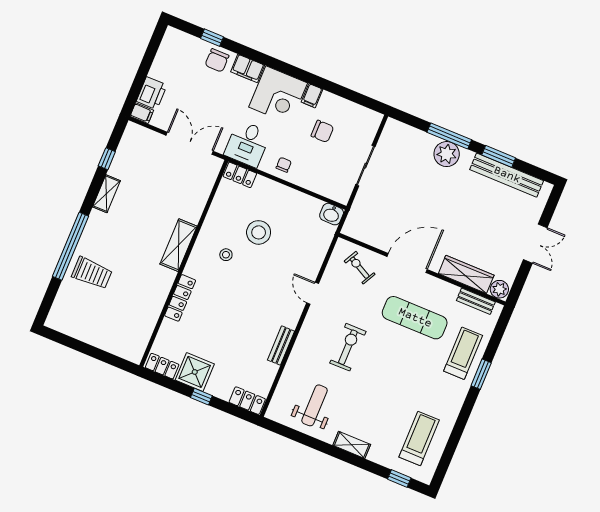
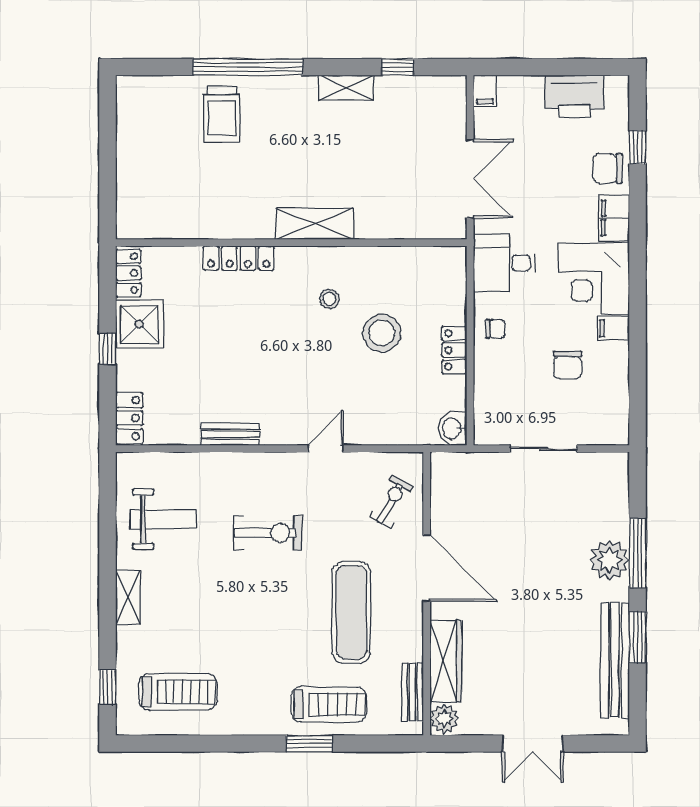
printer: (152, 93) -> (575, 96), moved, width x1.37, depth x1.19
locker: (240, 175) -> (454, 350), moved

